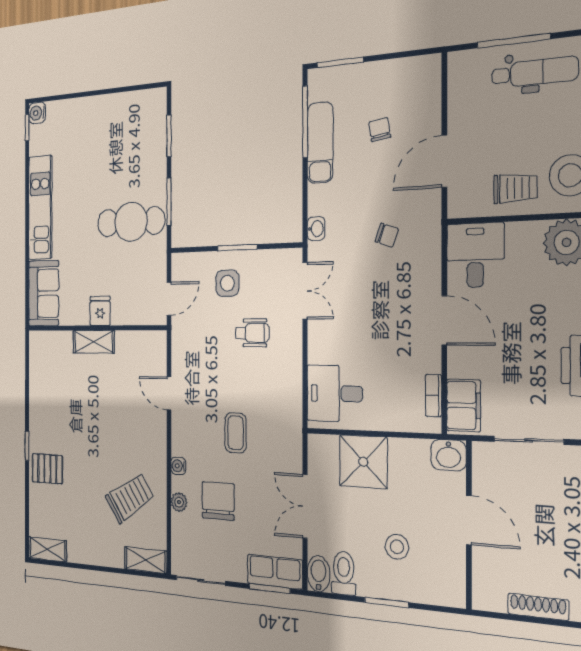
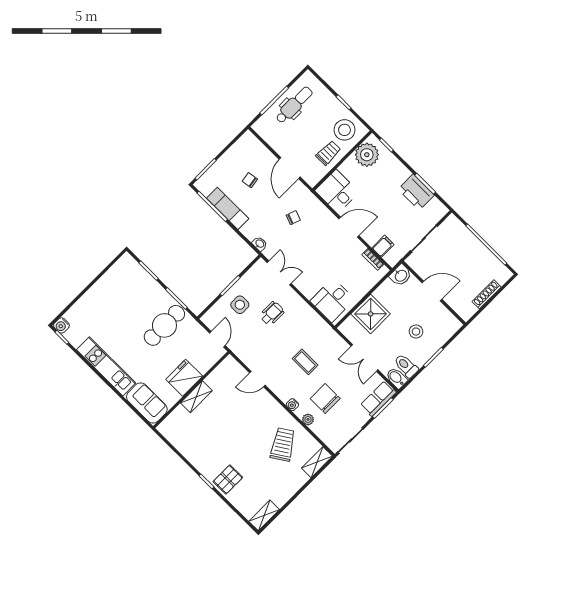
fridge: (100, 311) -> (184, 378), width x1.88, depth x1.34
filing cabinet: (464, 405) -> (383, 246), width x0.50

